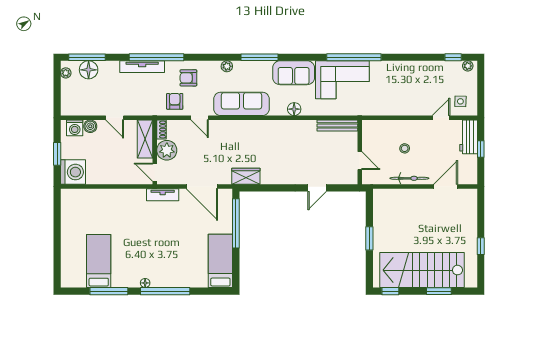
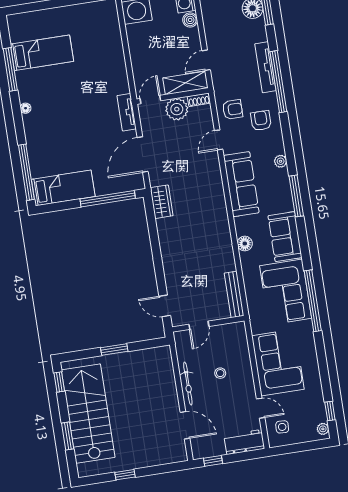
corner sofa: (403, 96) -> (278, 362), added
door: (115, 118) -> (206, 60), moved
window: (481, 149) -> (213, 461), moved
door: (317, 188) -> (165, 306), moved
window: (165, 291) -> (26, 172), moved

